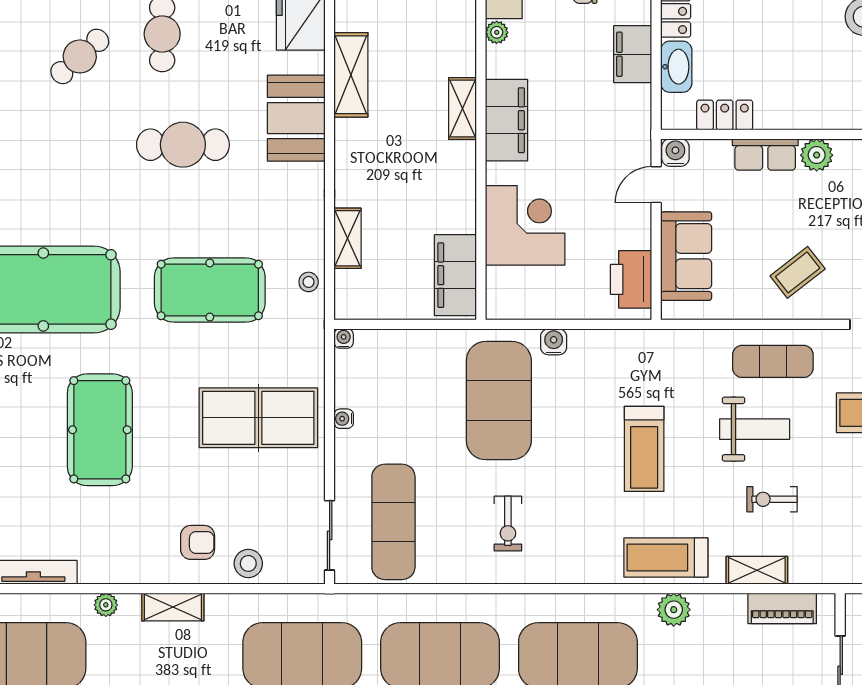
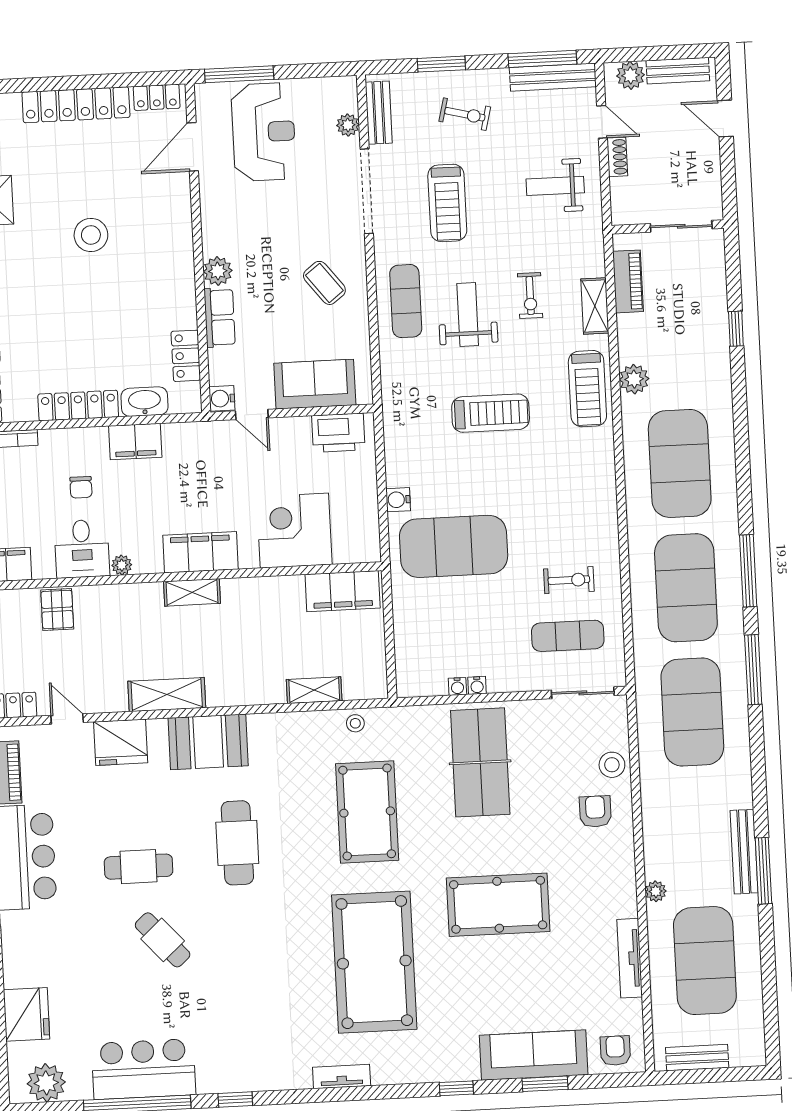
water cooler: (344, 338) -> (457, 686), moved, turned -90
exercise mat: (393, 522) -> (568, 636), width x0.73, depth x0.69
exercise bike: (508, 524) -> (569, 580), moved
shelving: (173, 607) -> (655, 831), removed

